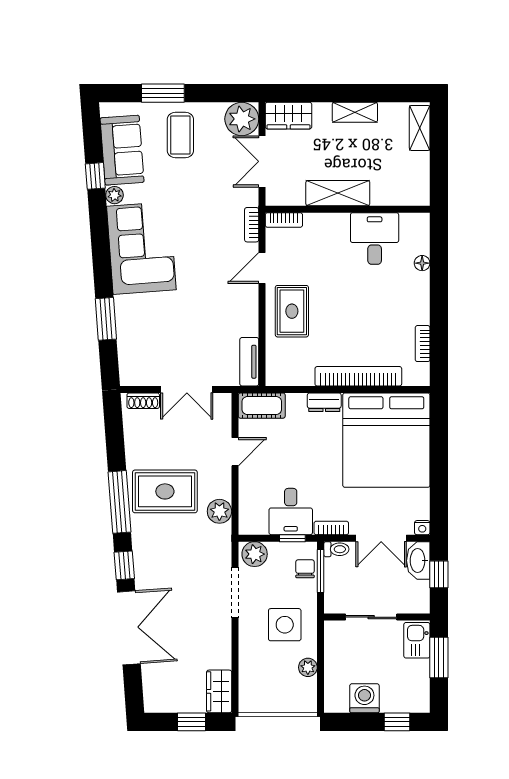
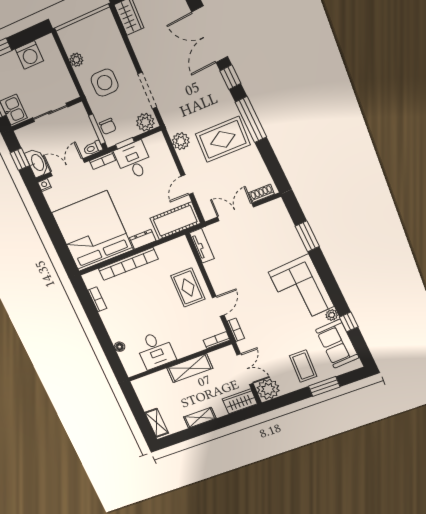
cot: (262, 406) -> (175, 221), width x1.37, depth x1.34

